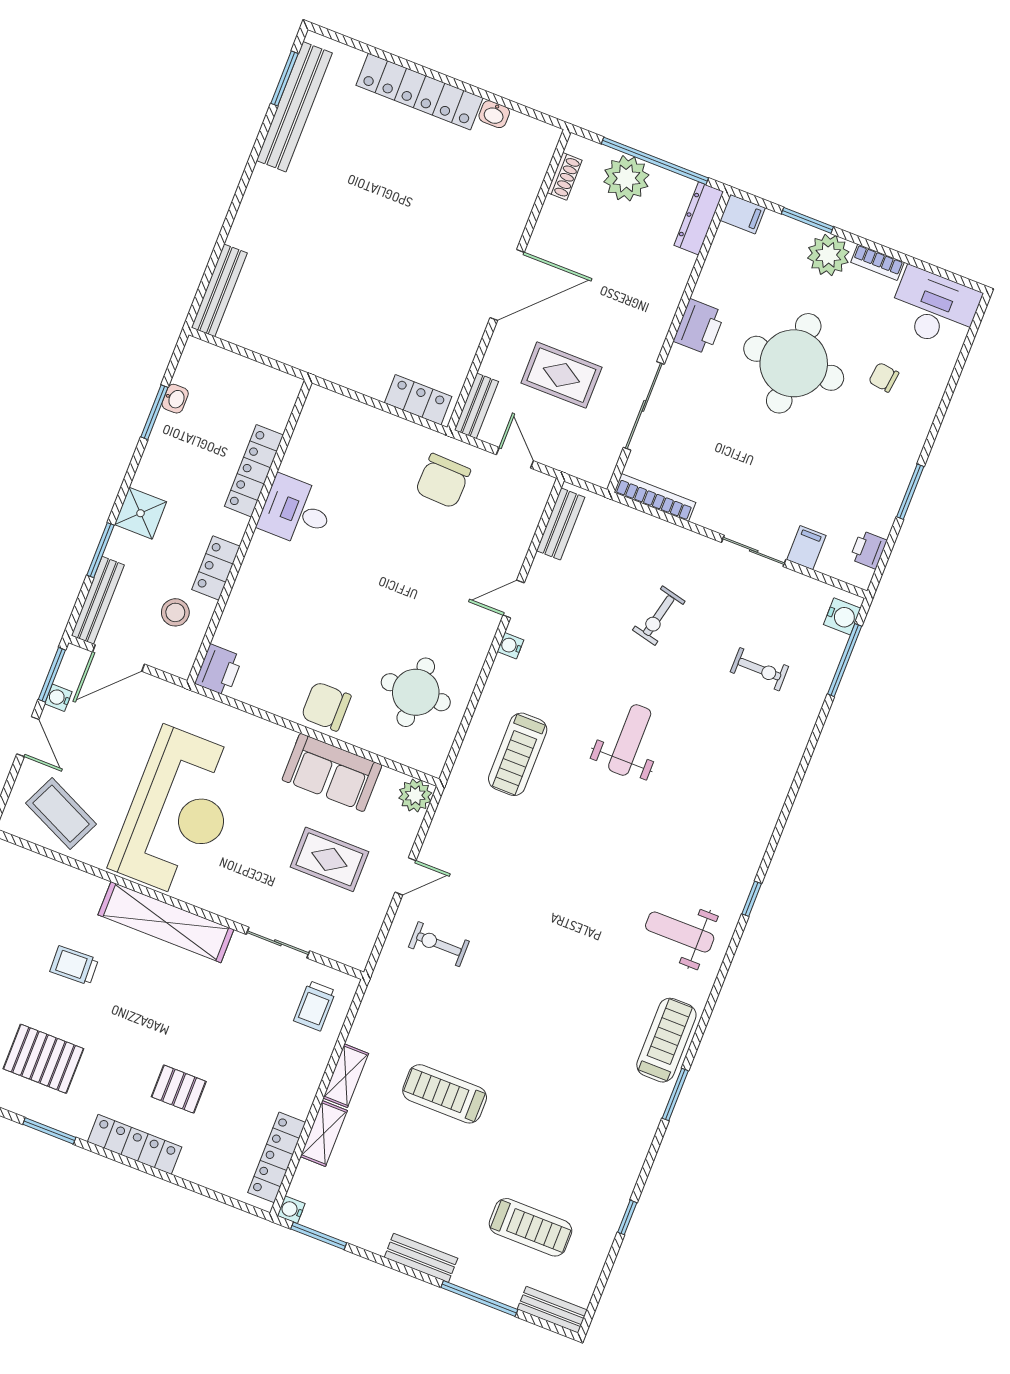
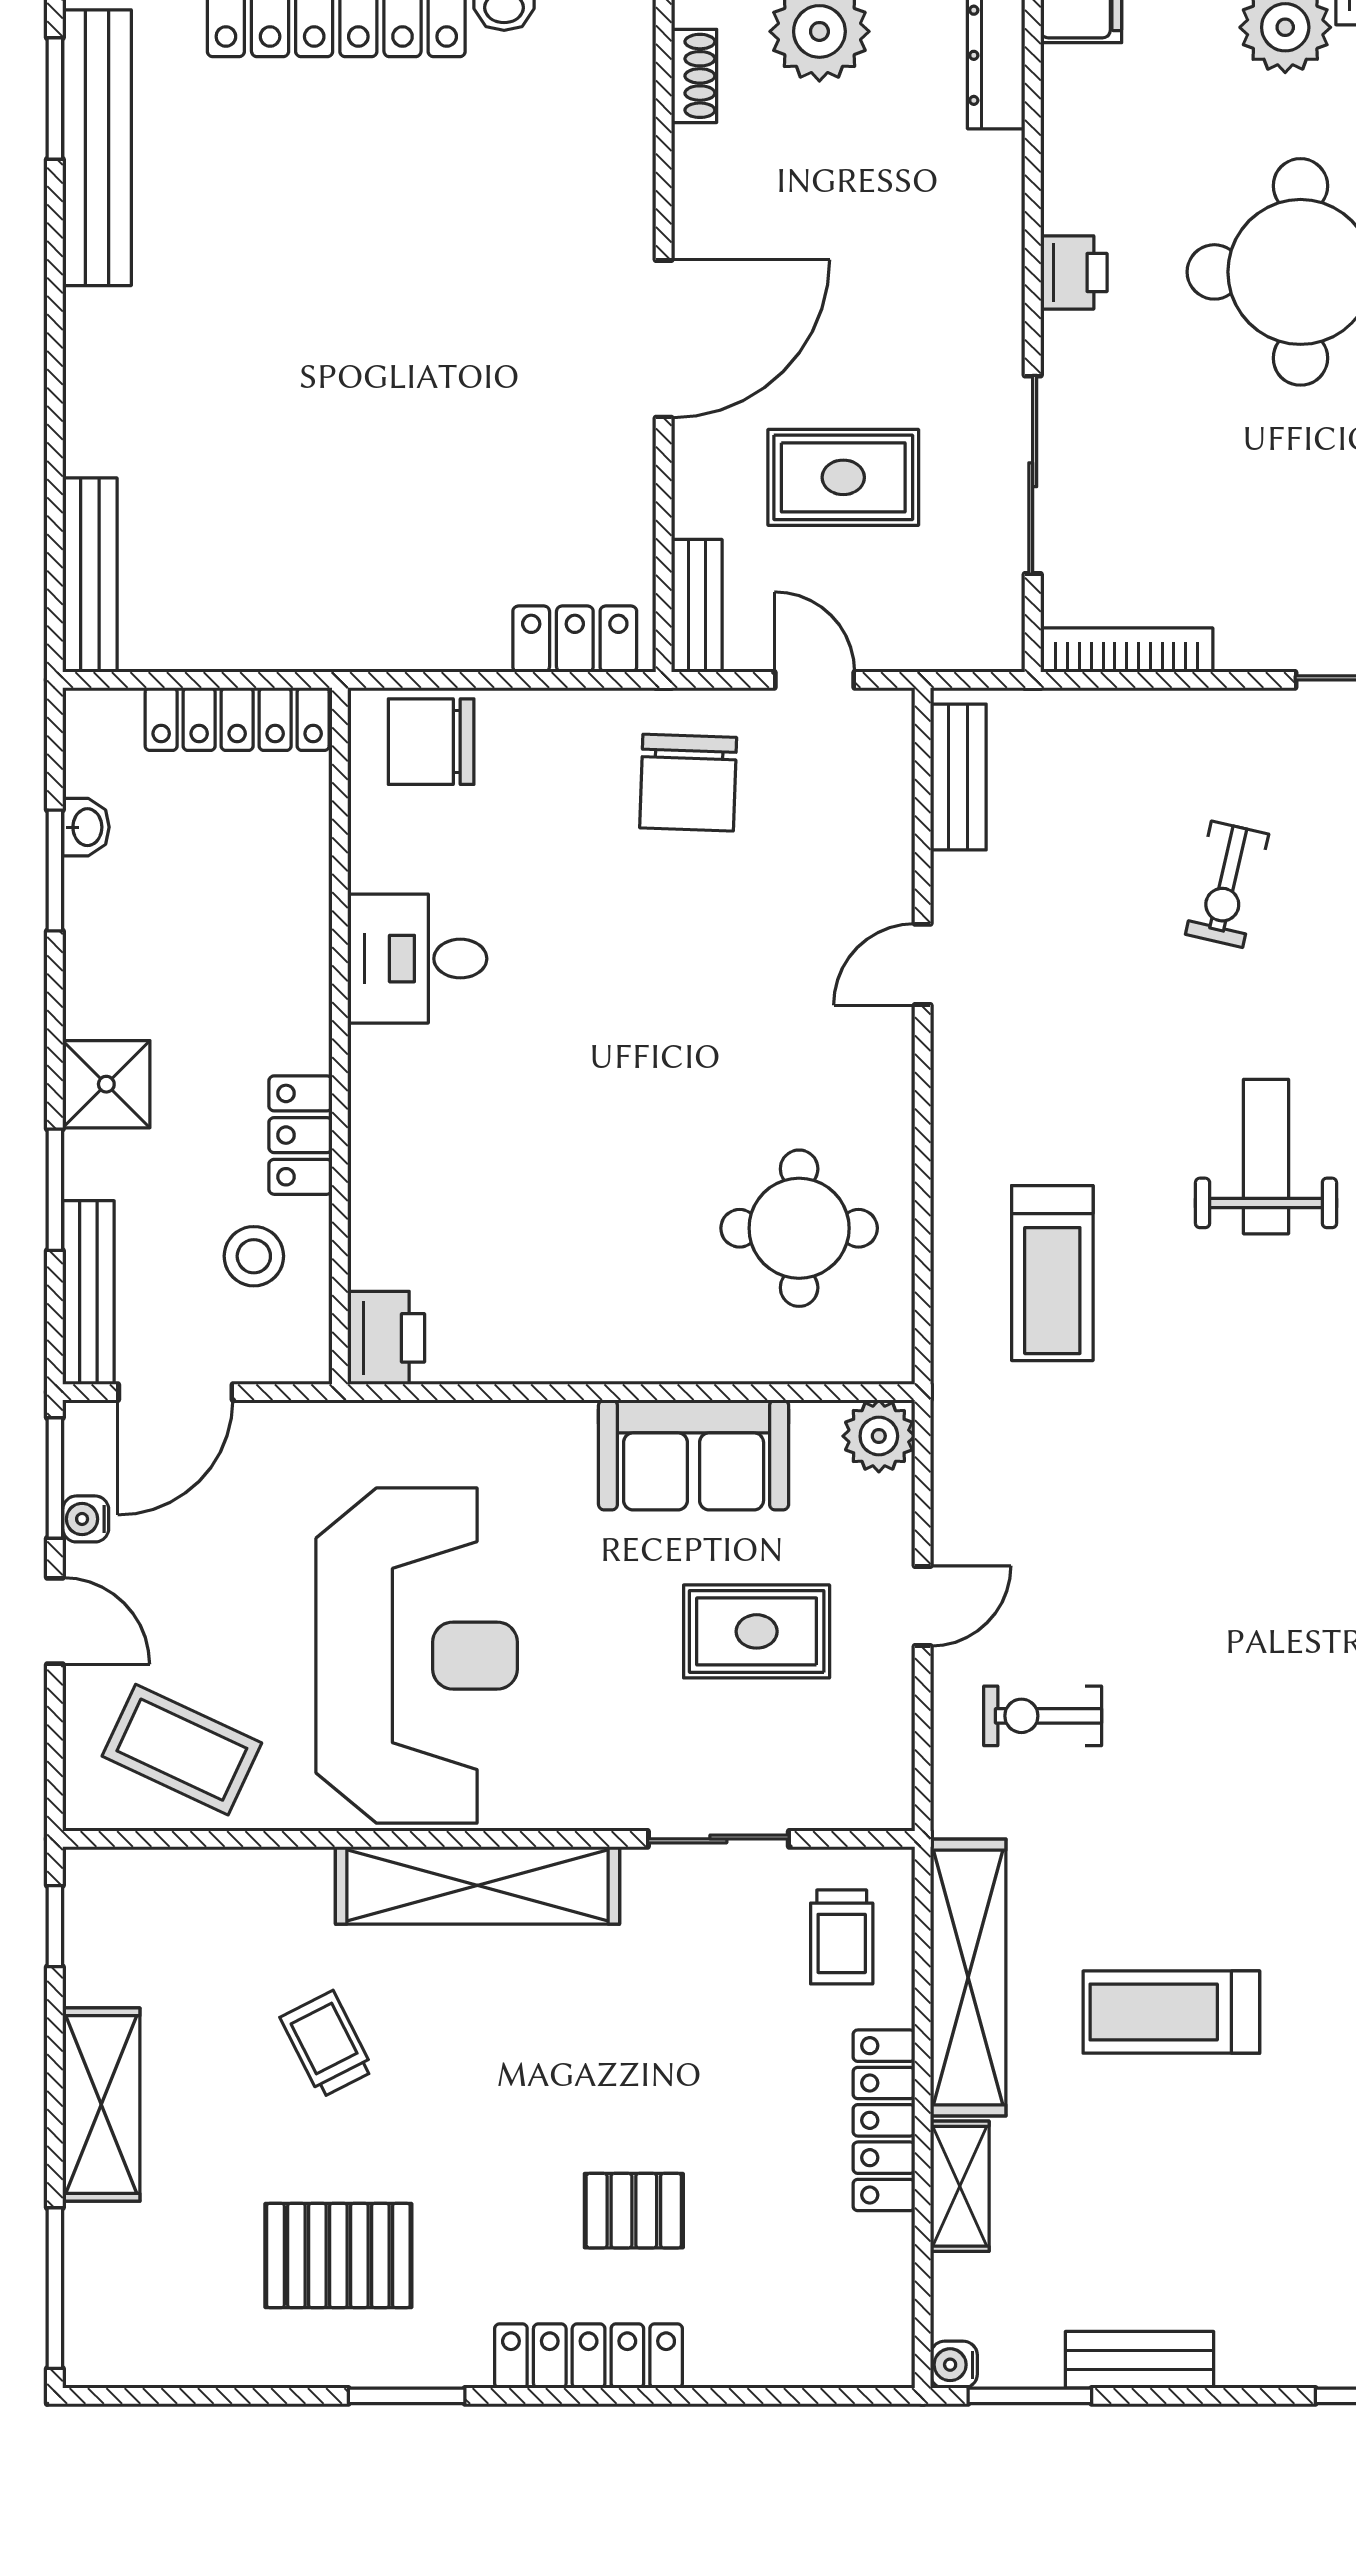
printer: (699, 327) -> (1074, 272), width x0.73, depth x0.81
locker: (254, 471) -> (237, 719), moved, turned -90
water cooler: (510, 646) -> (953, 1061), removed
chair: (326, 706) -> (431, 742), moved
trolley: (74, 965) -> (327, 2044), turned 65
shelving: (346, 1076) -> (968, 1978), width x2.20, depth x1.33
locker: (277, 1157) -> (884, 2120), moved
bench: (421, 1258) -> (1140, 2360), moved

